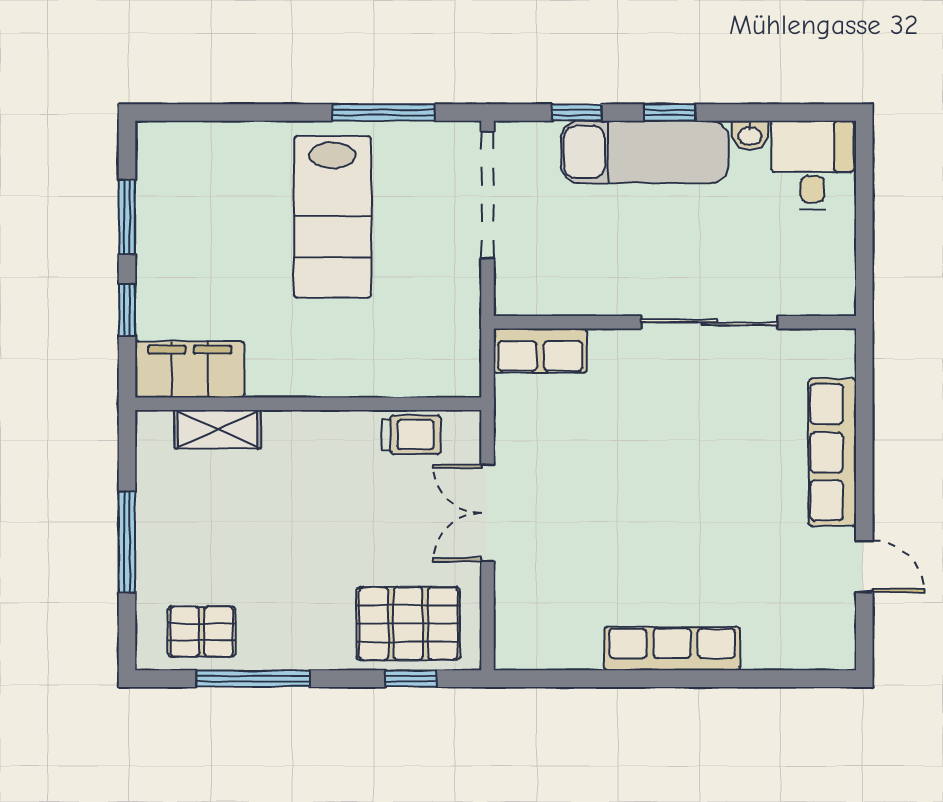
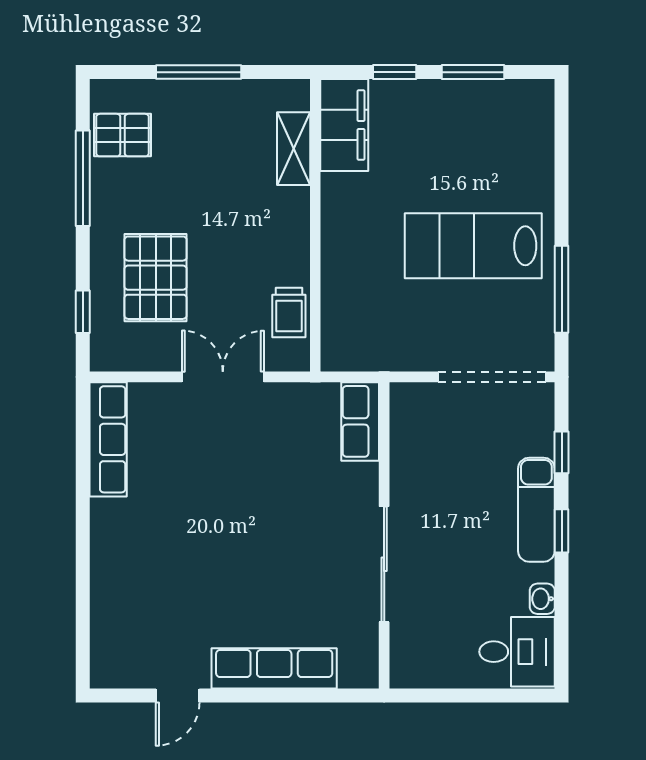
exam couch: (645, 152) -> (536, 510), width x0.73, depth x0.69
pallet: (408, 624) -> (156, 278), moved
pallet: (202, 632) -> (123, 135), turned 90
row of seats: (672, 649) -> (108, 439), moved

